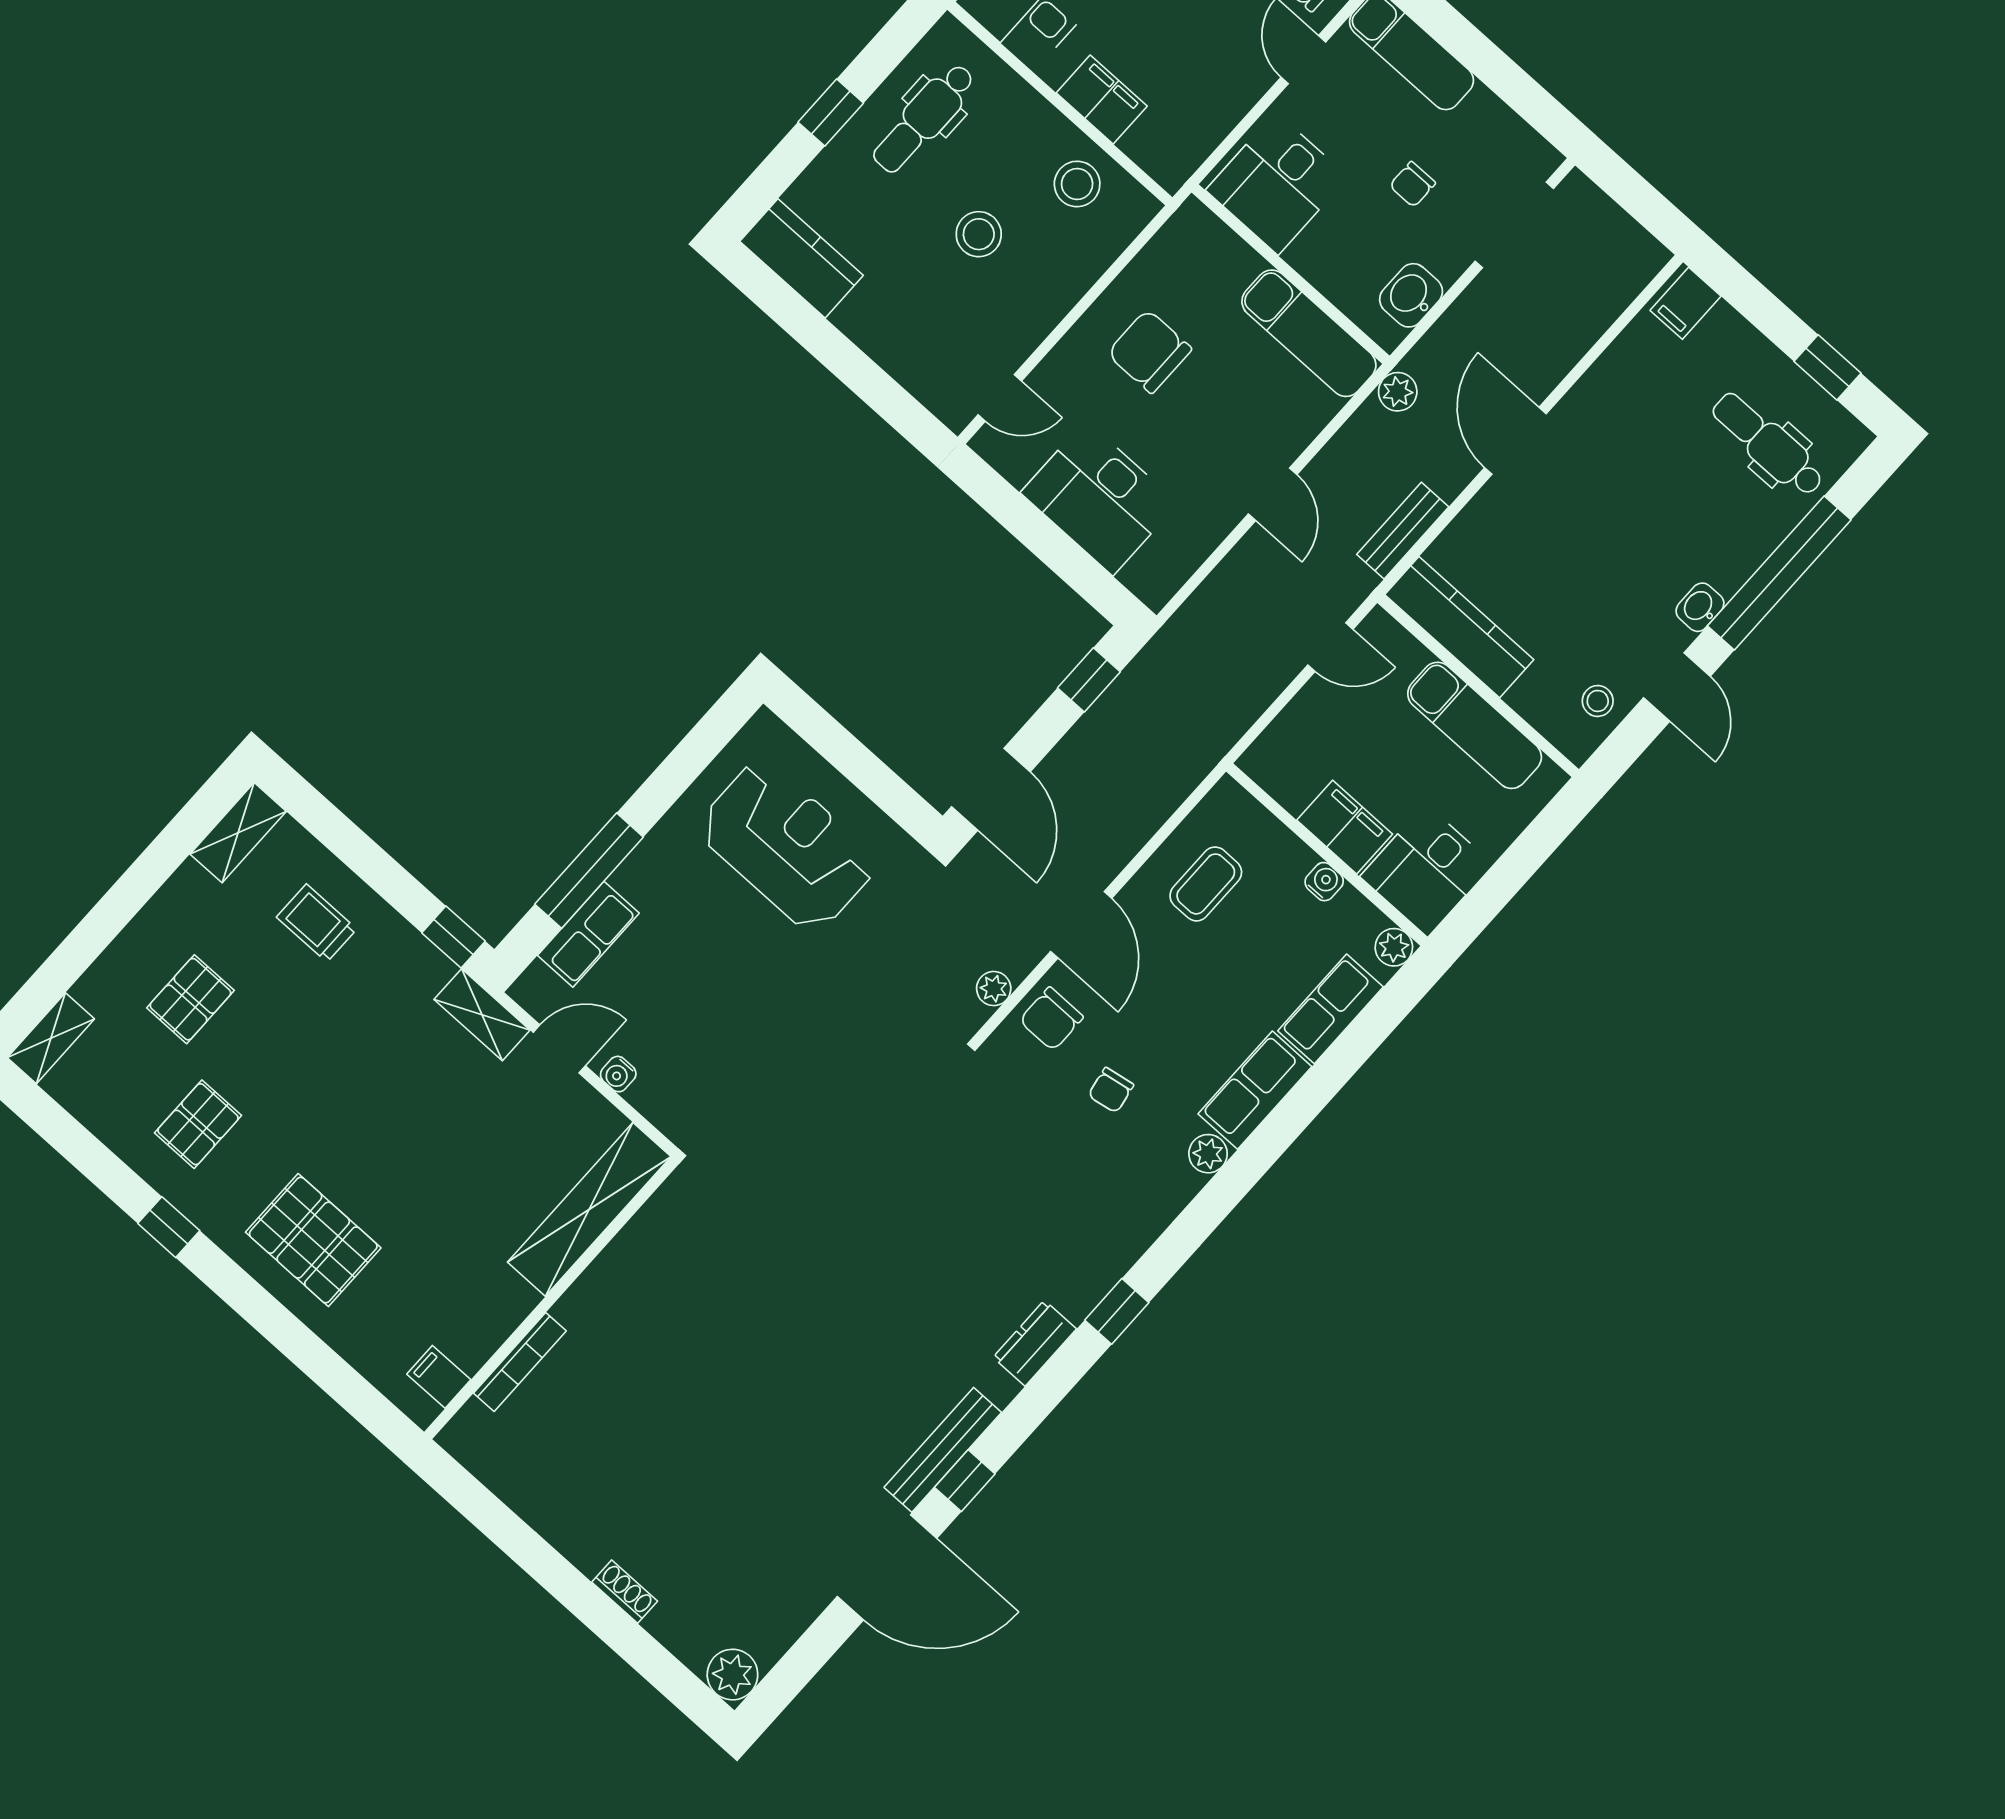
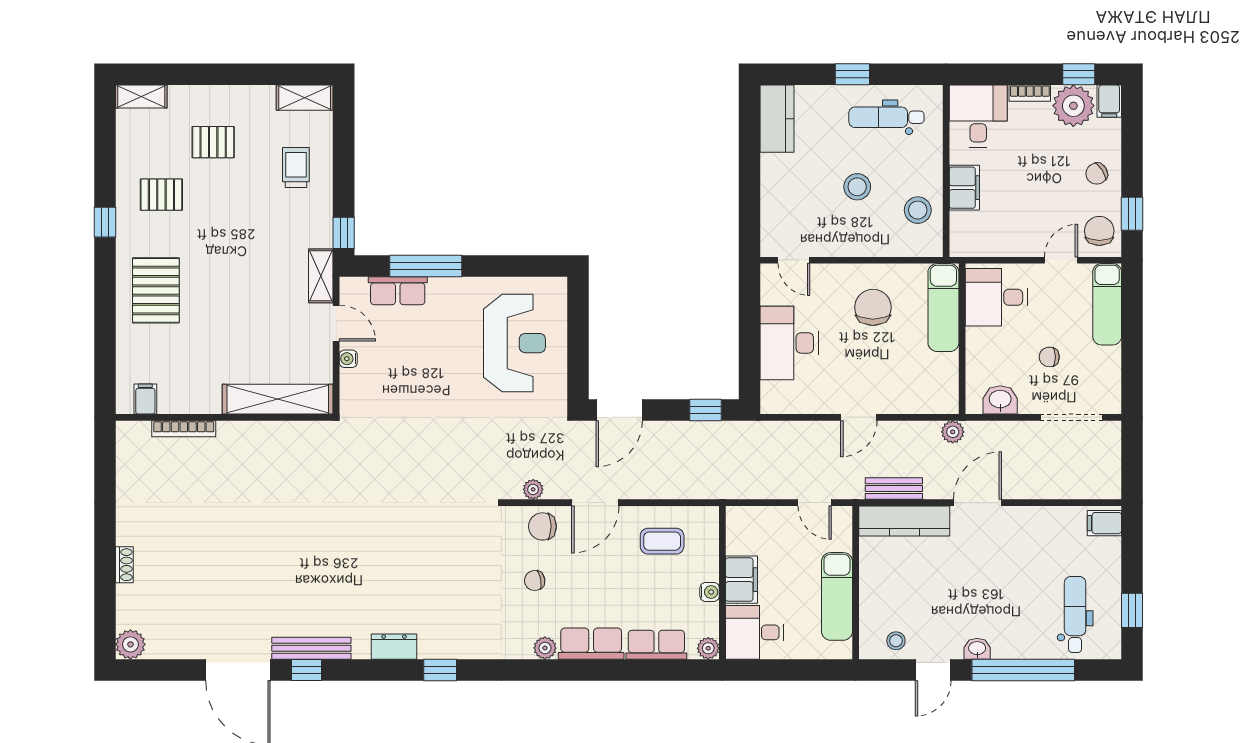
exam couch: (1309, 333) -> (943, 308), moved
kitchen counter: (1459, 627) -> (904, 521), moved, turned 90

